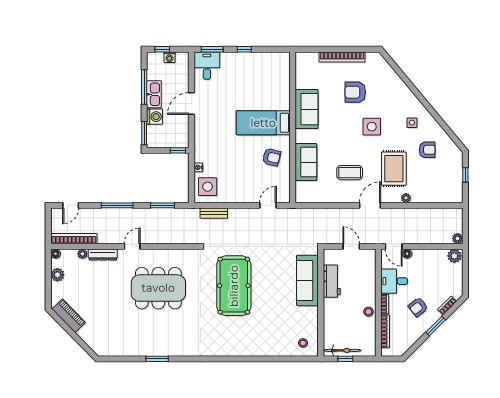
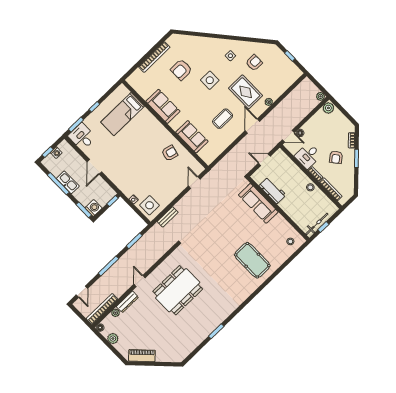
washing machine: (155, 117) -> (93, 208), moved
bed: (263, 123) -> (122, 114), moved
pool table: (234, 286) -> (252, 260), moved, width x0.73, depth x0.76

